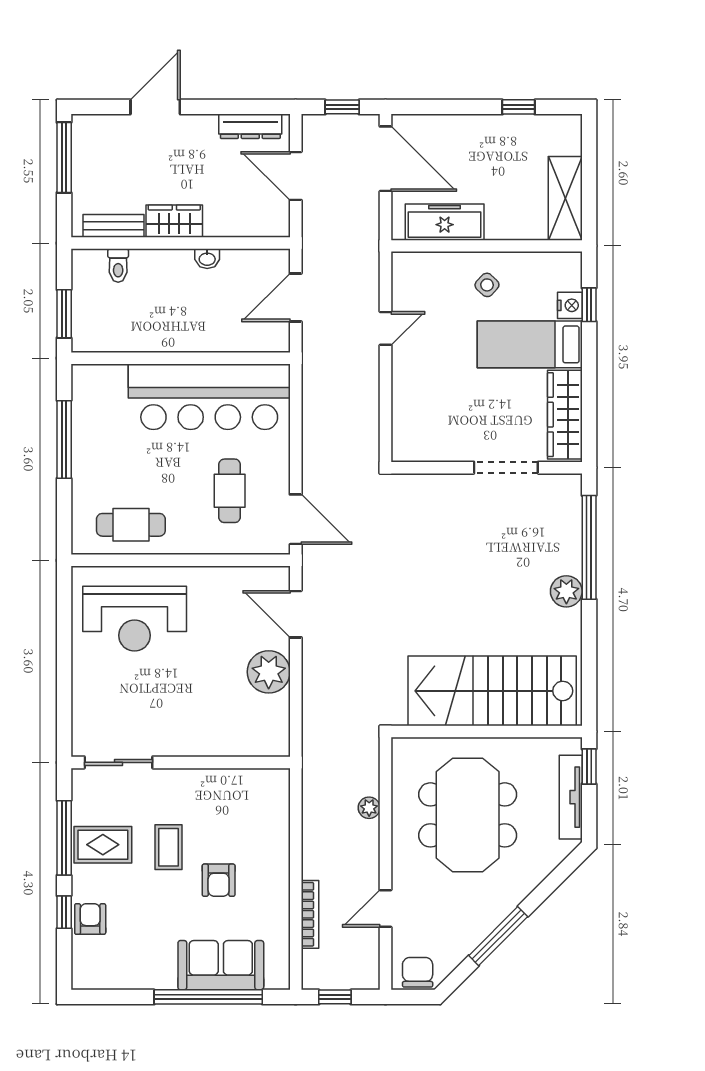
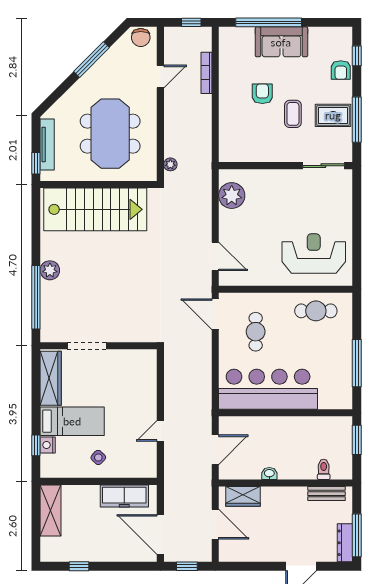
dresser: (250, 126) -> (345, 543), moved, turned -90
wardrobe: (174, 221) -> (243, 496), moved
plant: (269, 672) -> (232, 196), moved
plant: (369, 808) -> (170, 164), moved
window: (64, 912) -> (357, 56), moved
sofa: (221, 965) -> (281, 42), moved

